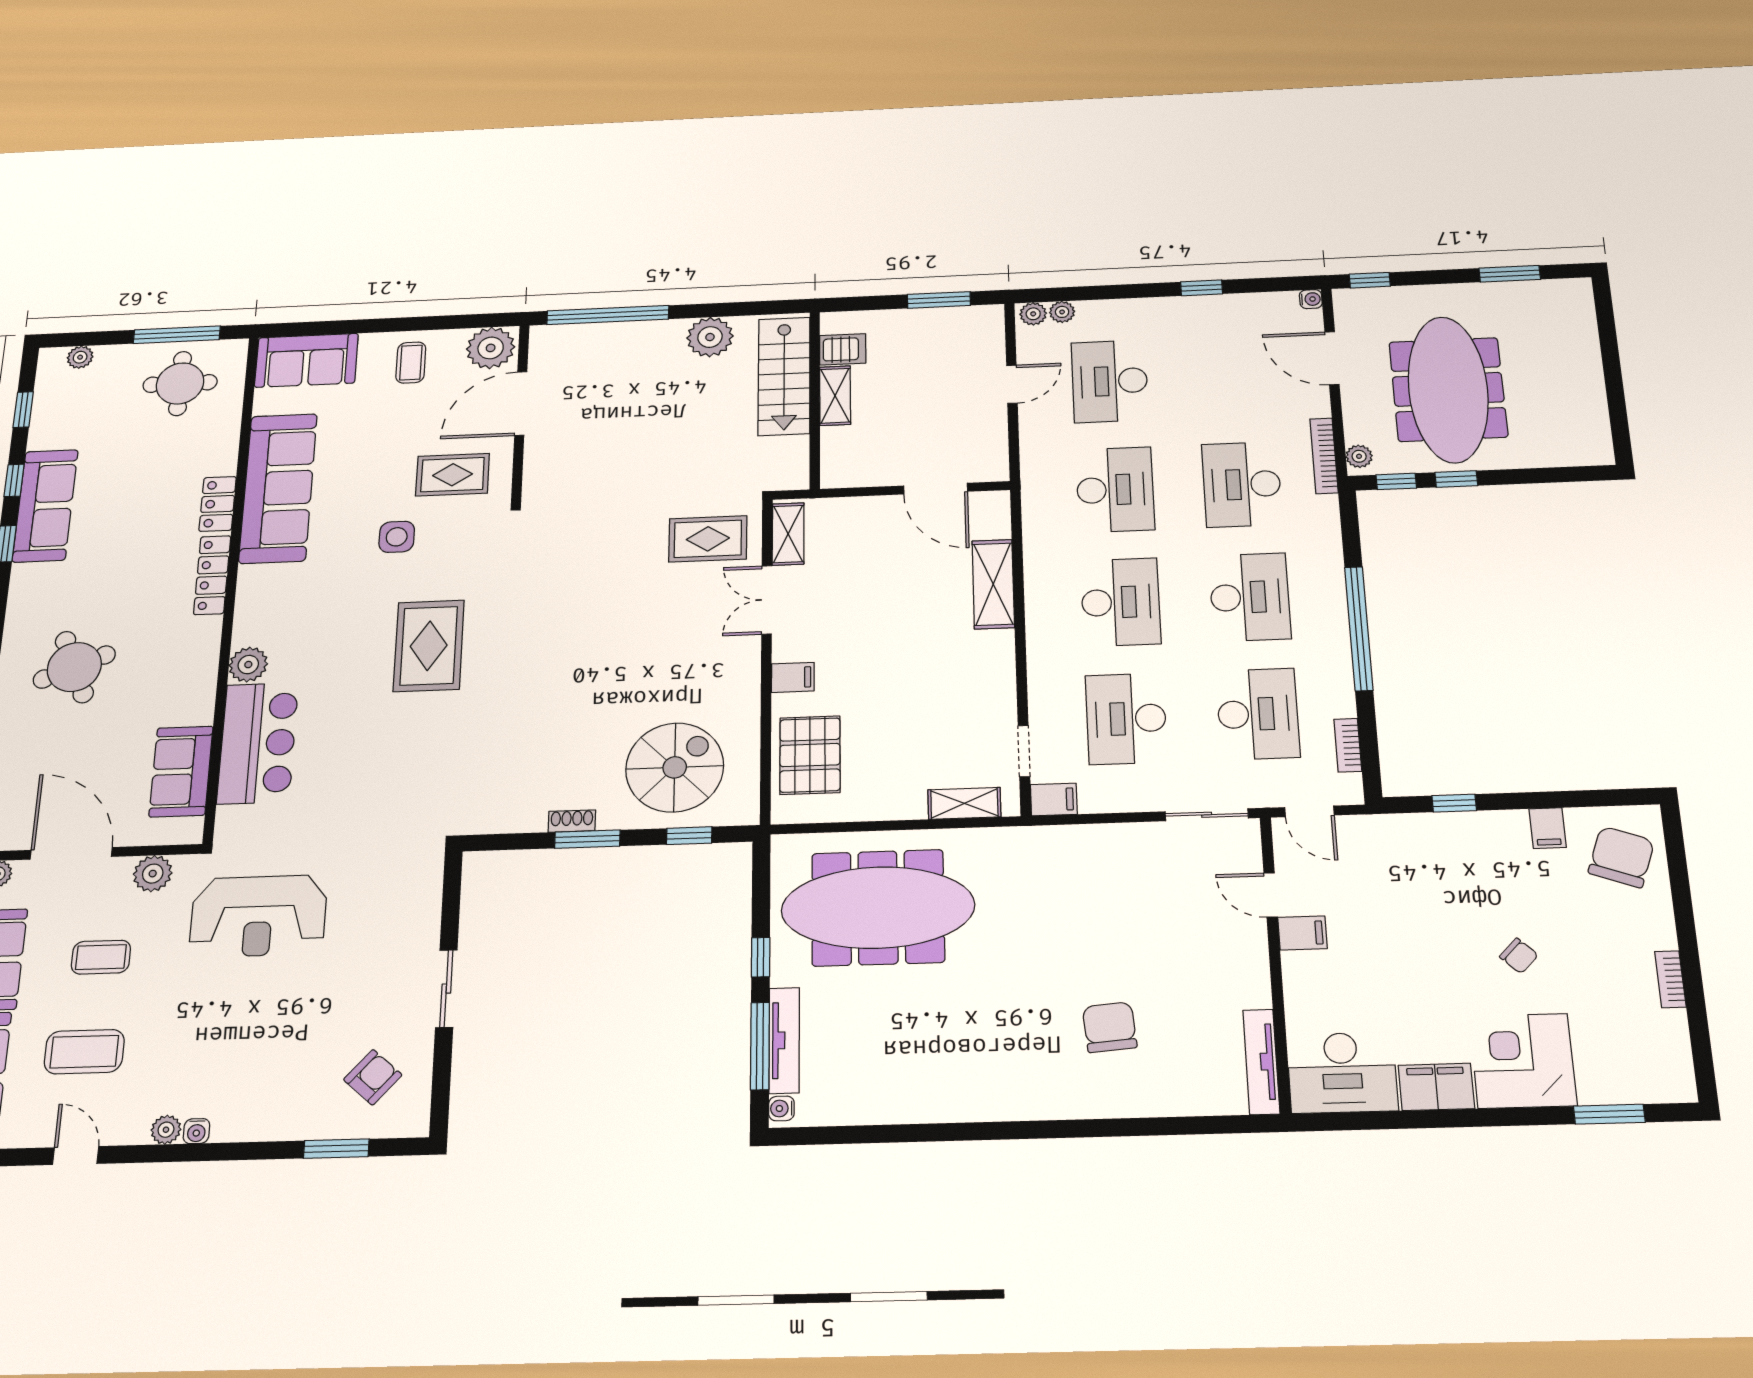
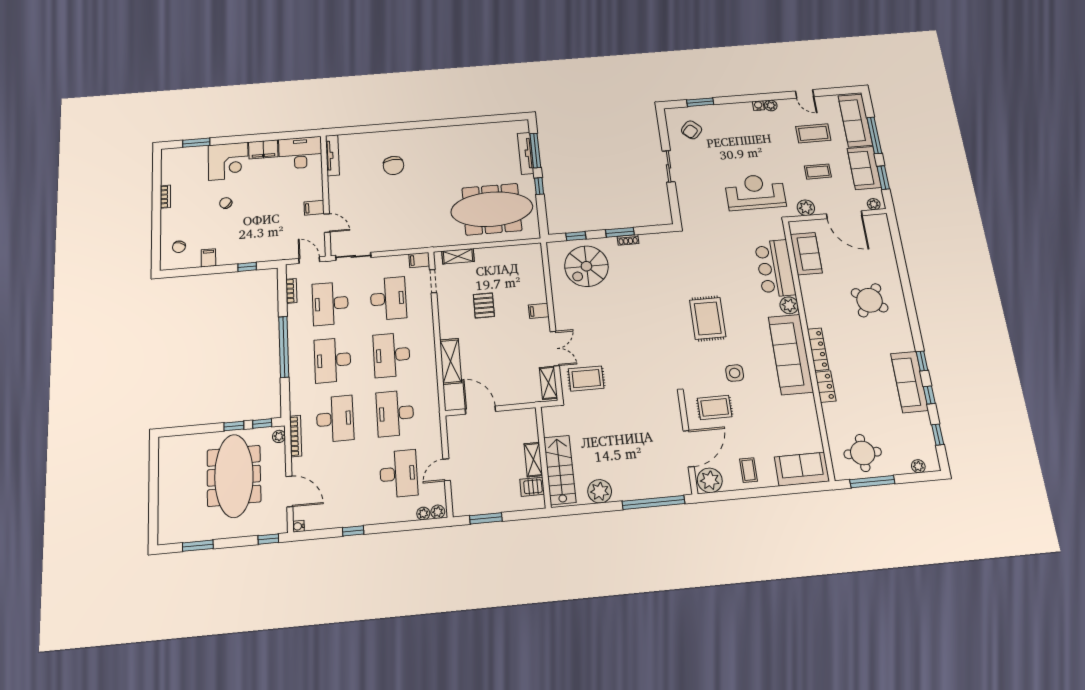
sofa: (278, 488) -> (791, 354), moved
round table: (74, 667) -> (870, 300), turned -32
pallet: (810, 755) -> (484, 305), moved, width x0.67, depth x0.71
chair: (1621, 857) -> (179, 247), width x0.54, depth x0.54
water cooler: (781, 1108) -> (524, 127), removed

